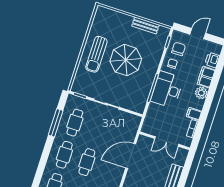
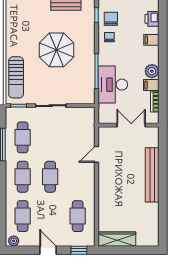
sun lounger: (96, 54) -> (16, 77), moved
filing cabinet: (206, 77) -> (151, 40), width x0.50
desk: (167, 90) -> (113, 85), moved
plant: (201, 93) -> (152, 71), moved
double door: (167, 141) -> (131, 125), swing flipped
door: (131, 156) -> (96, 154), width x0.53

